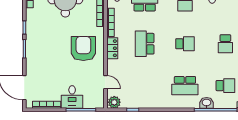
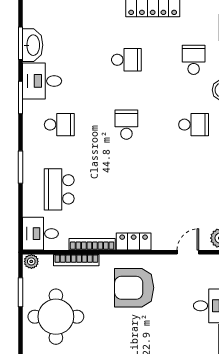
school desk: (145, 44) -> (126, 189), removed
school desk: (185, 86) -> (194, 125), width x0.54

